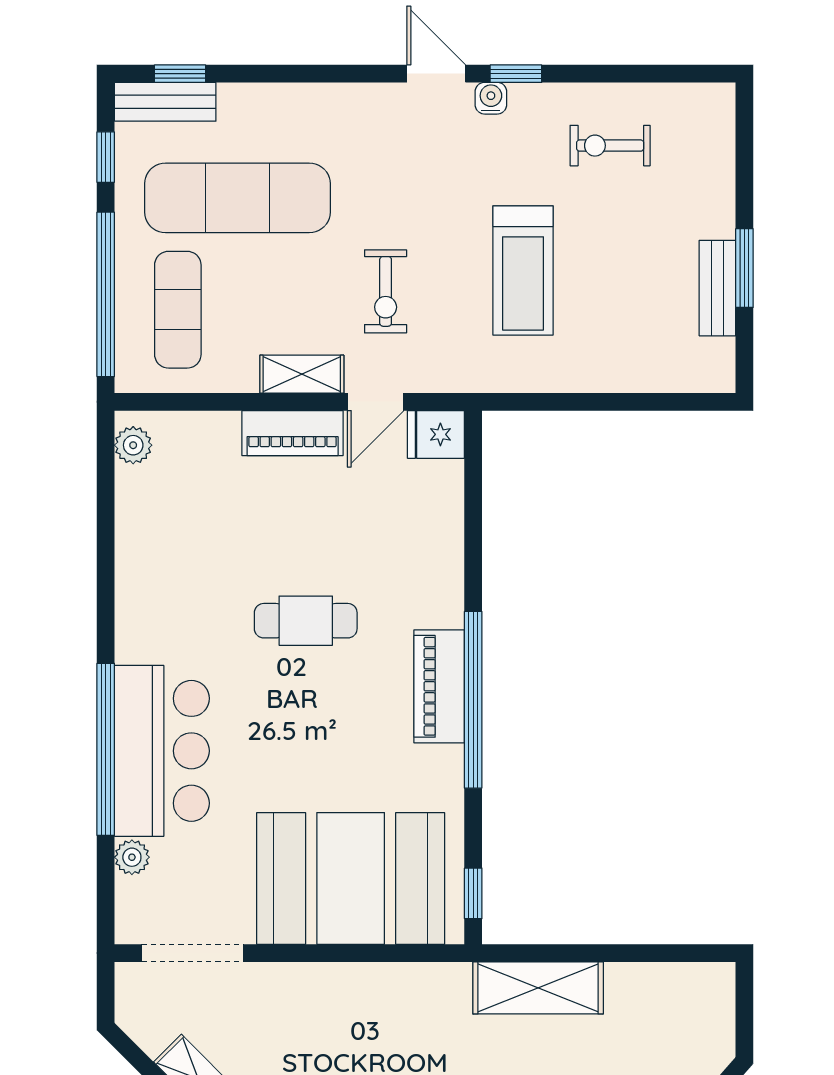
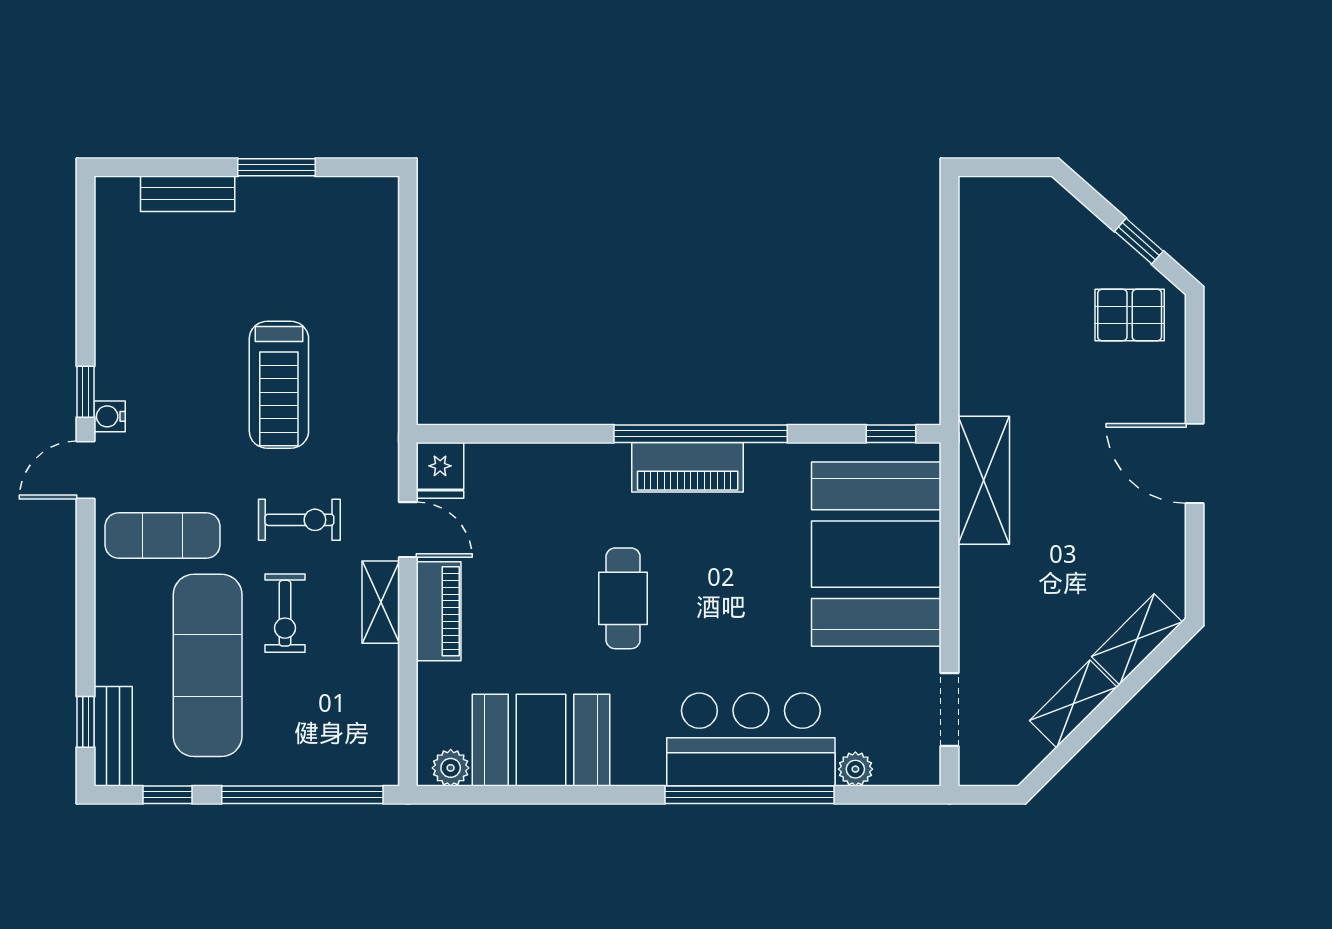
exercise bike: (610, 146) -> (285, 613), moved
treadmill: (523, 271) -> (279, 385), turned 90
bench: (717, 288) -> (188, 194), moved
exercise mat: (178, 310) -> (163, 535), moved
booth: (161, 537) -> (541, 740), added
doorway: (193, 953) -> (950, 710), width x0.73
shelving: (538, 988) -> (984, 480), moved

